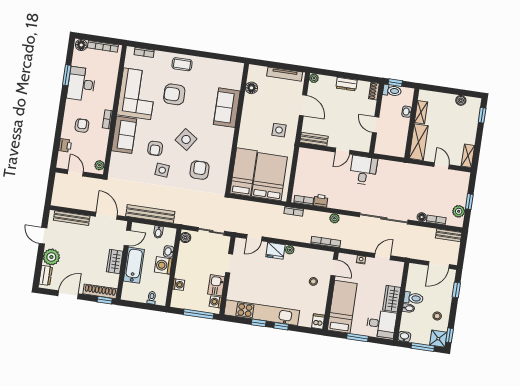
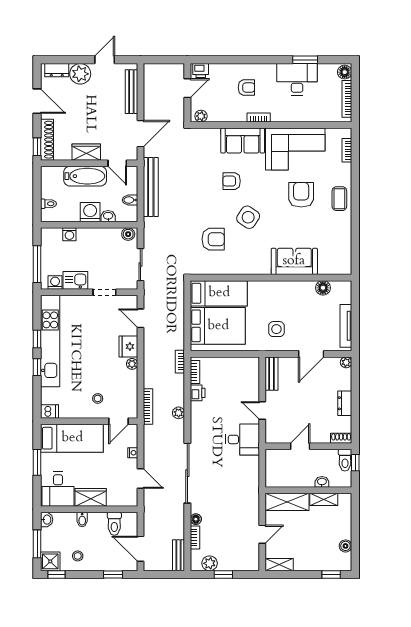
printer: (65, 145) -> (201, 70), moved
side table: (162, 170) -> (206, 194), removed
toilet: (413, 298) -> (114, 524), moved

